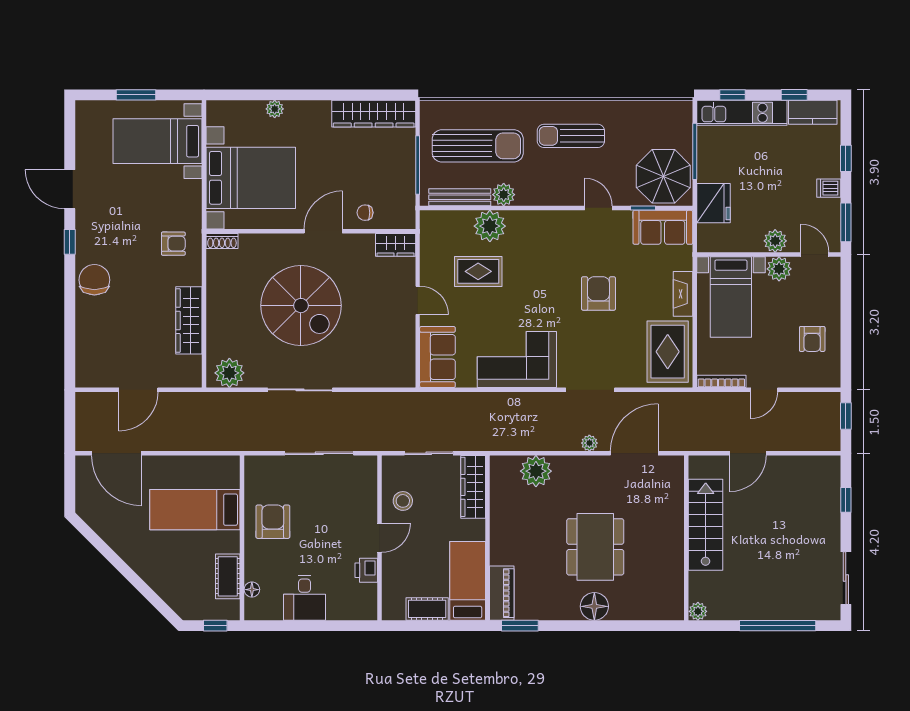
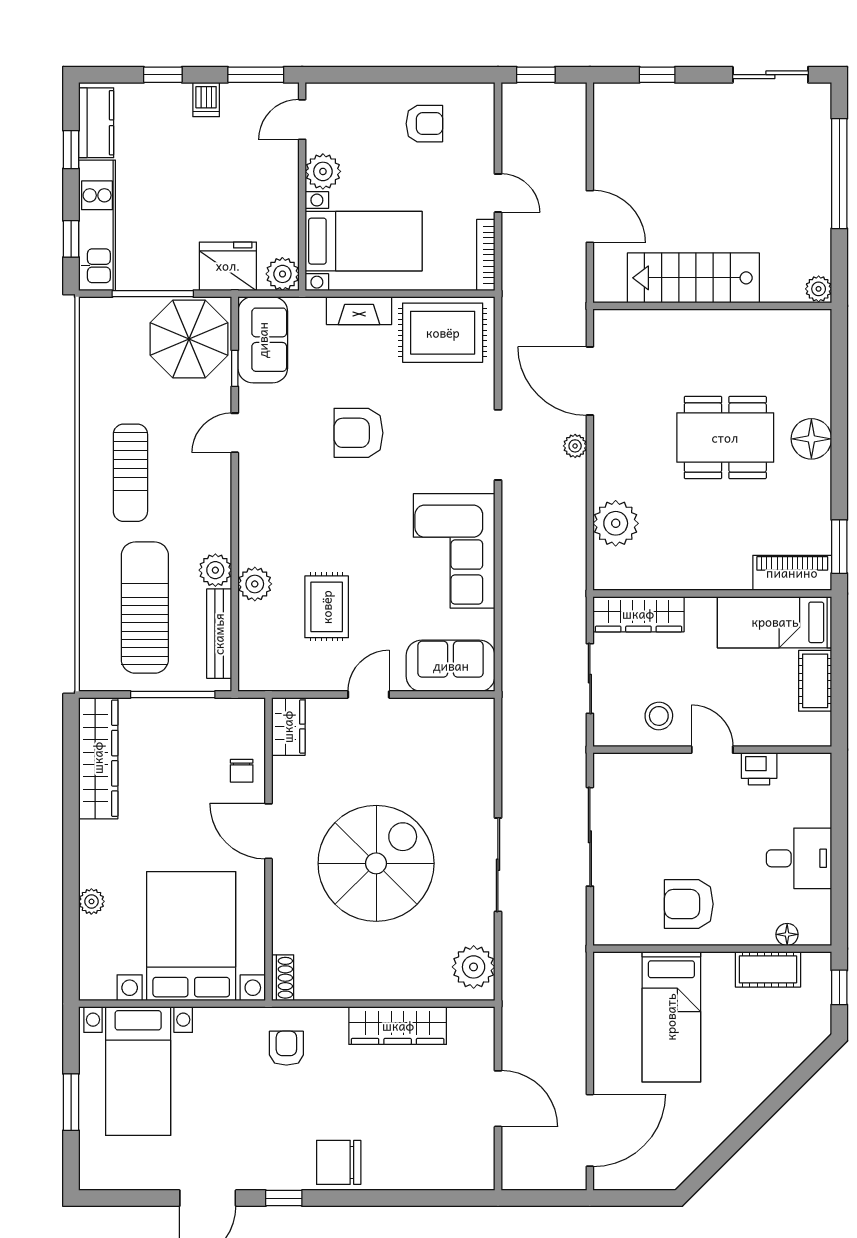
plant: (490, 226) -> (255, 584), width x0.73, depth x0.73
plant: (775, 241) -> (282, 274), moved

